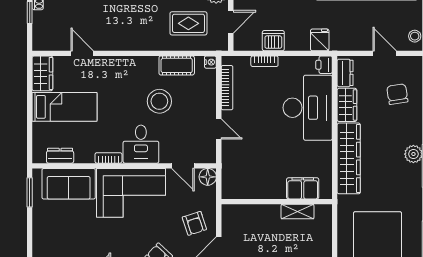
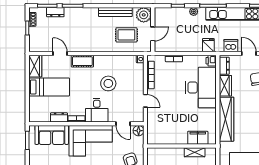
dishwasher: (273, 41) -> (231, 46), moved
cot: (177, 65) -> (82, 61), moved
dresser: (60, 156) -> (59, 117), moved

